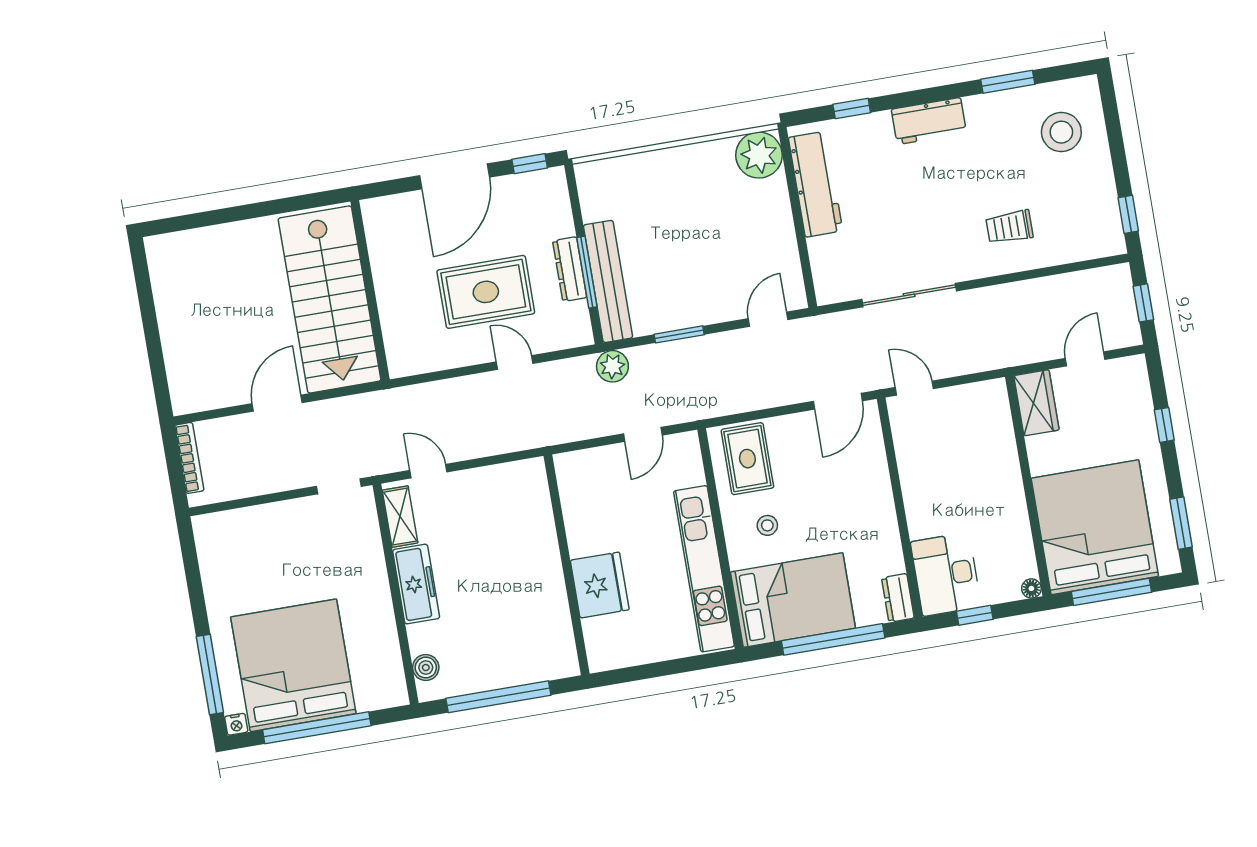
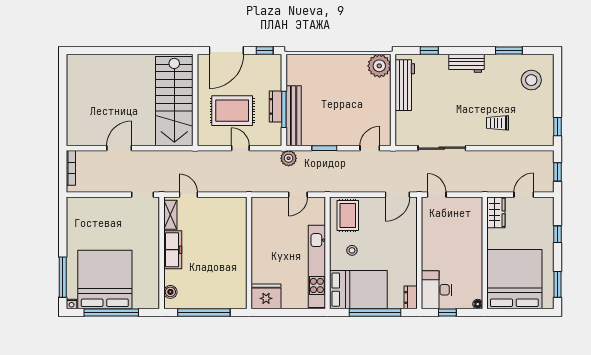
wall: (370, 290) -> (195, 100), moved
stairs: (330, 299) -> (174, 101), moved
fridge: (600, 585) -> (266, 296), moved, turned -90
window: (1111, 592) -> (517, 313), removed

